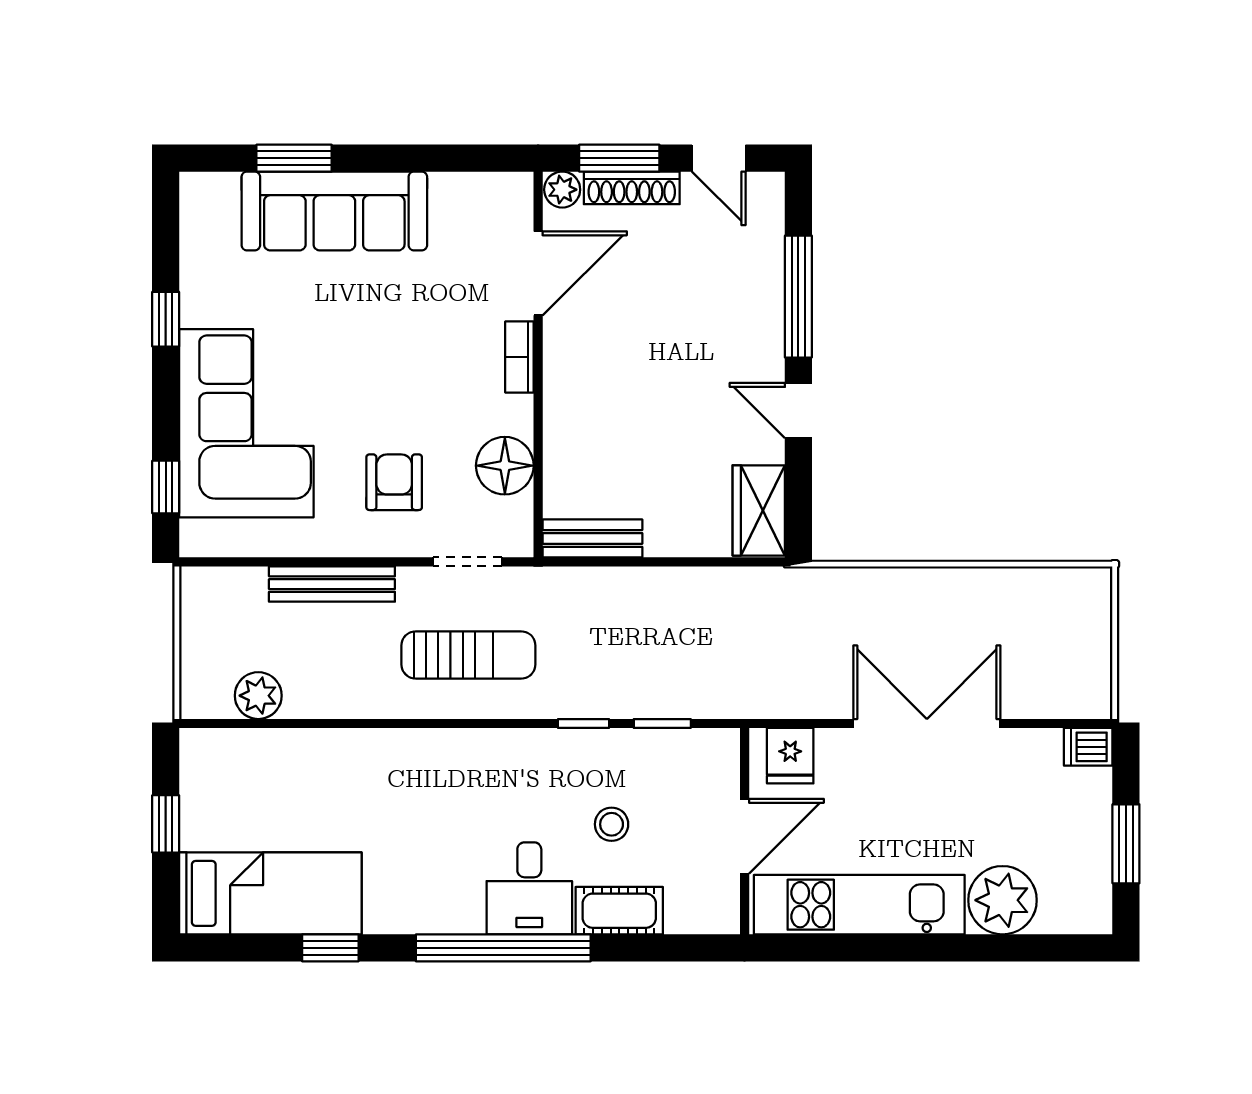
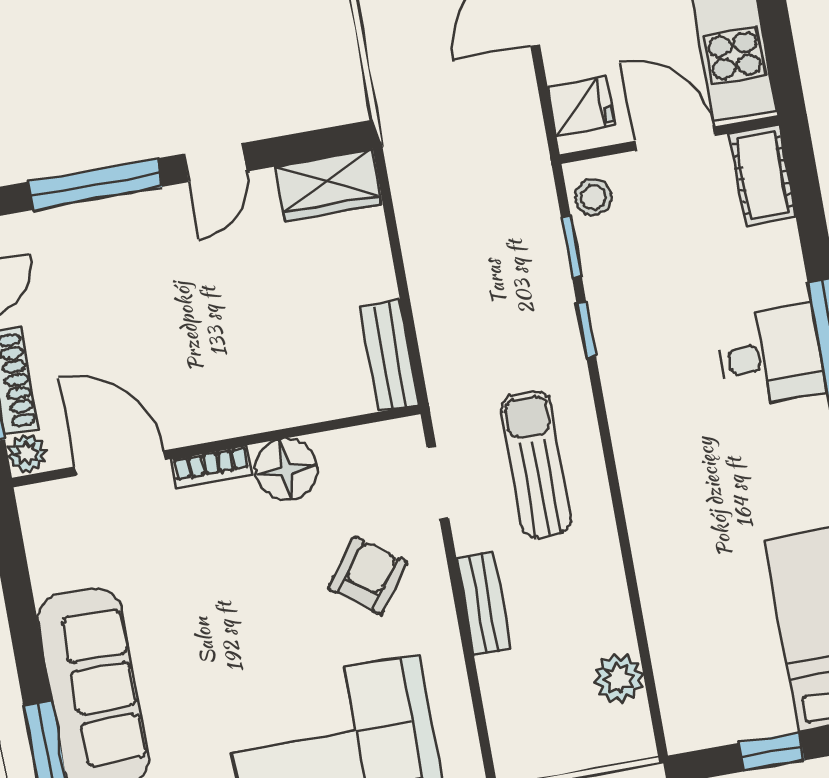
floor lamp: (505, 466) -> (286, 470), moved
armchair: (394, 482) -> (368, 575), turned 127
bench: (332, 584) -> (484, 604), width x0.73
stool: (612, 824) -> (593, 197), moved
cot: (619, 911) -> (762, 175), moved

